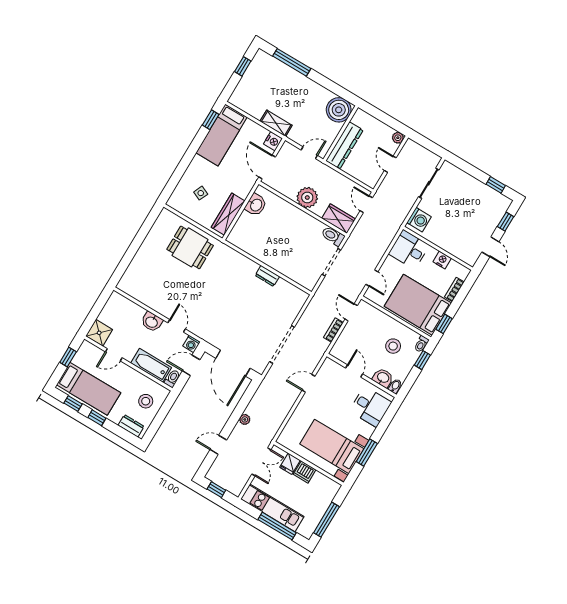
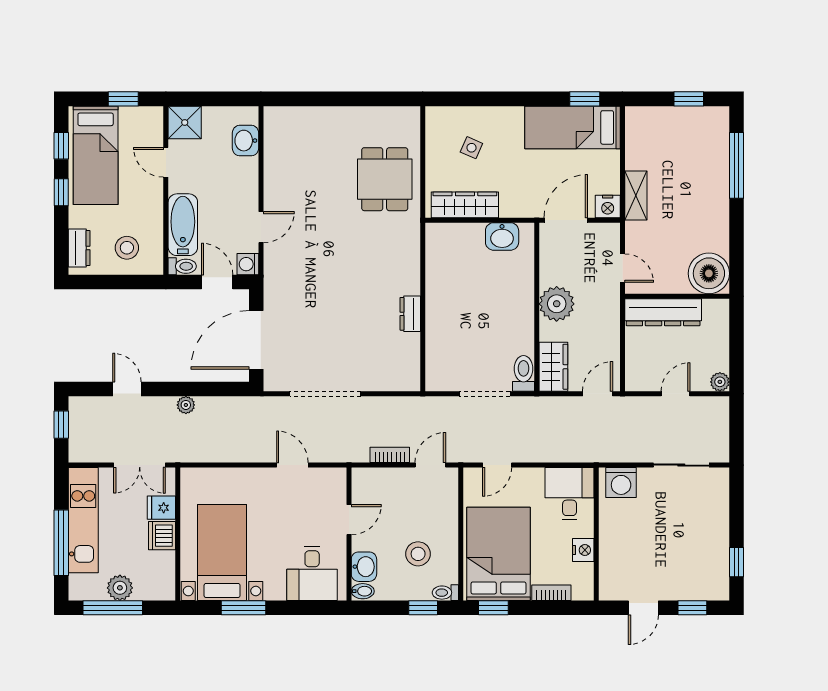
washbasin: (152, 322) -> (246, 141), moved
plant: (318, 510) -> (120, 588), added

